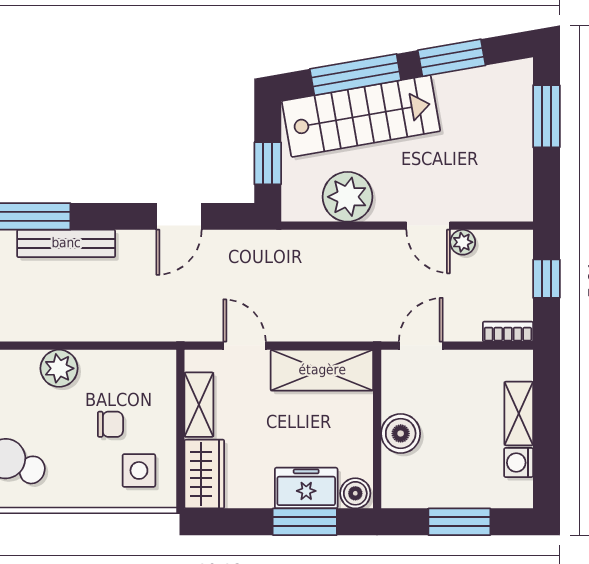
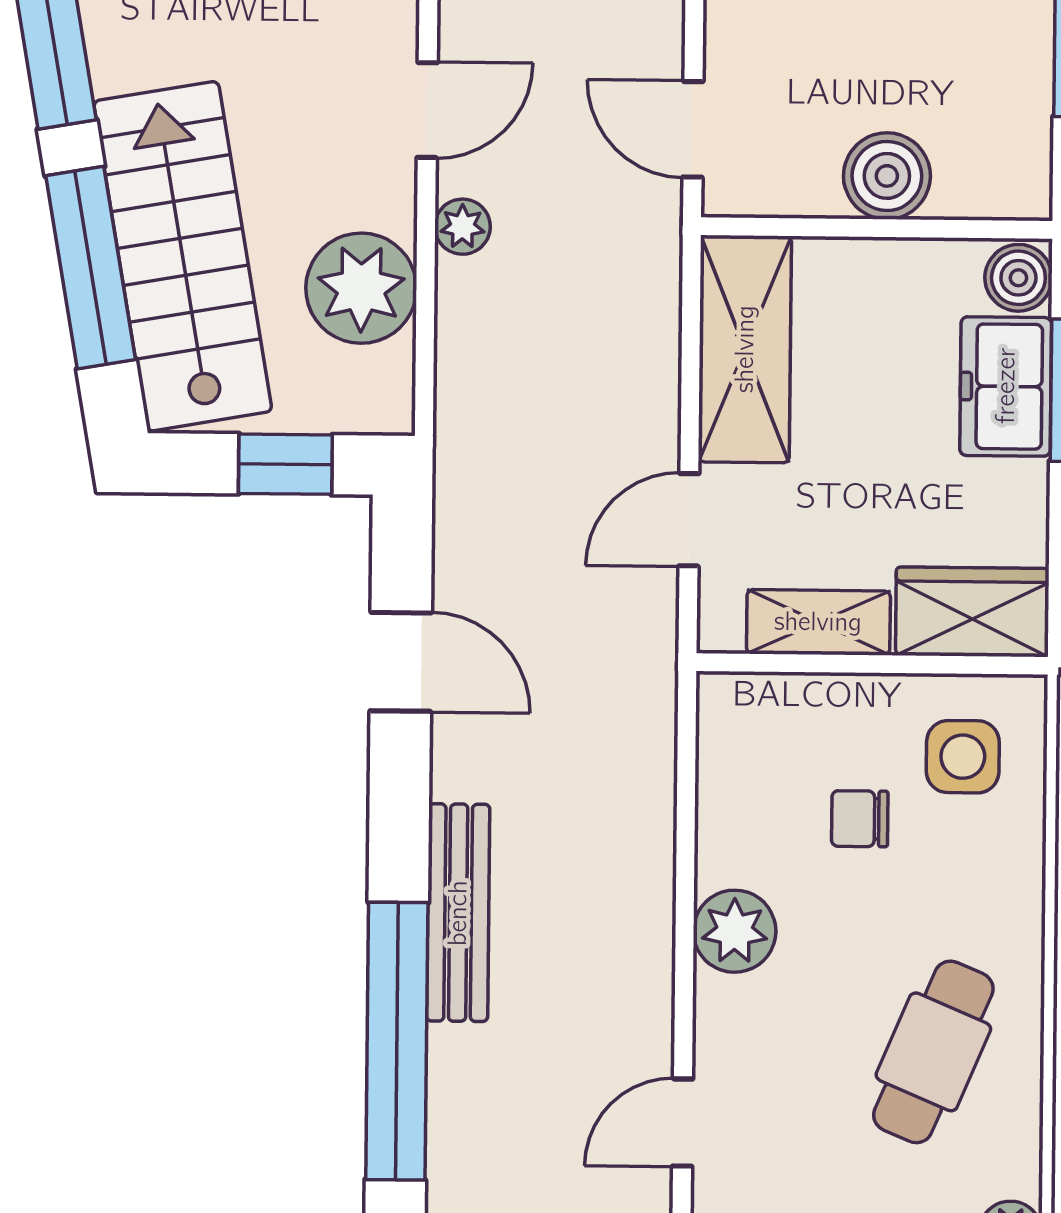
plant: (463, 242) -> (463, 227), moved
chair: (110, 424) -> (860, 819), turned -90

